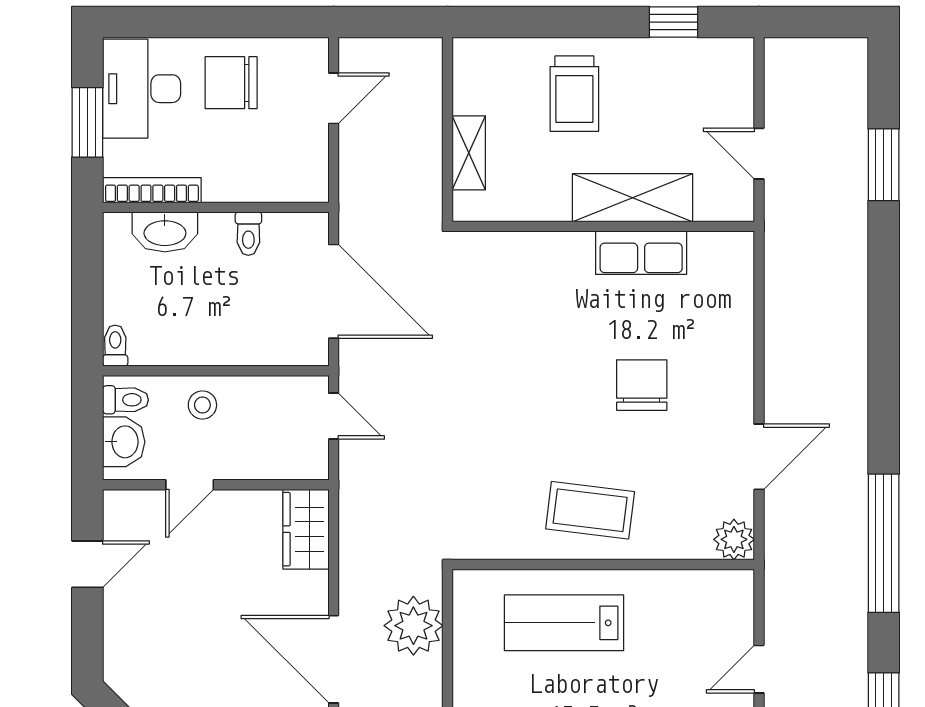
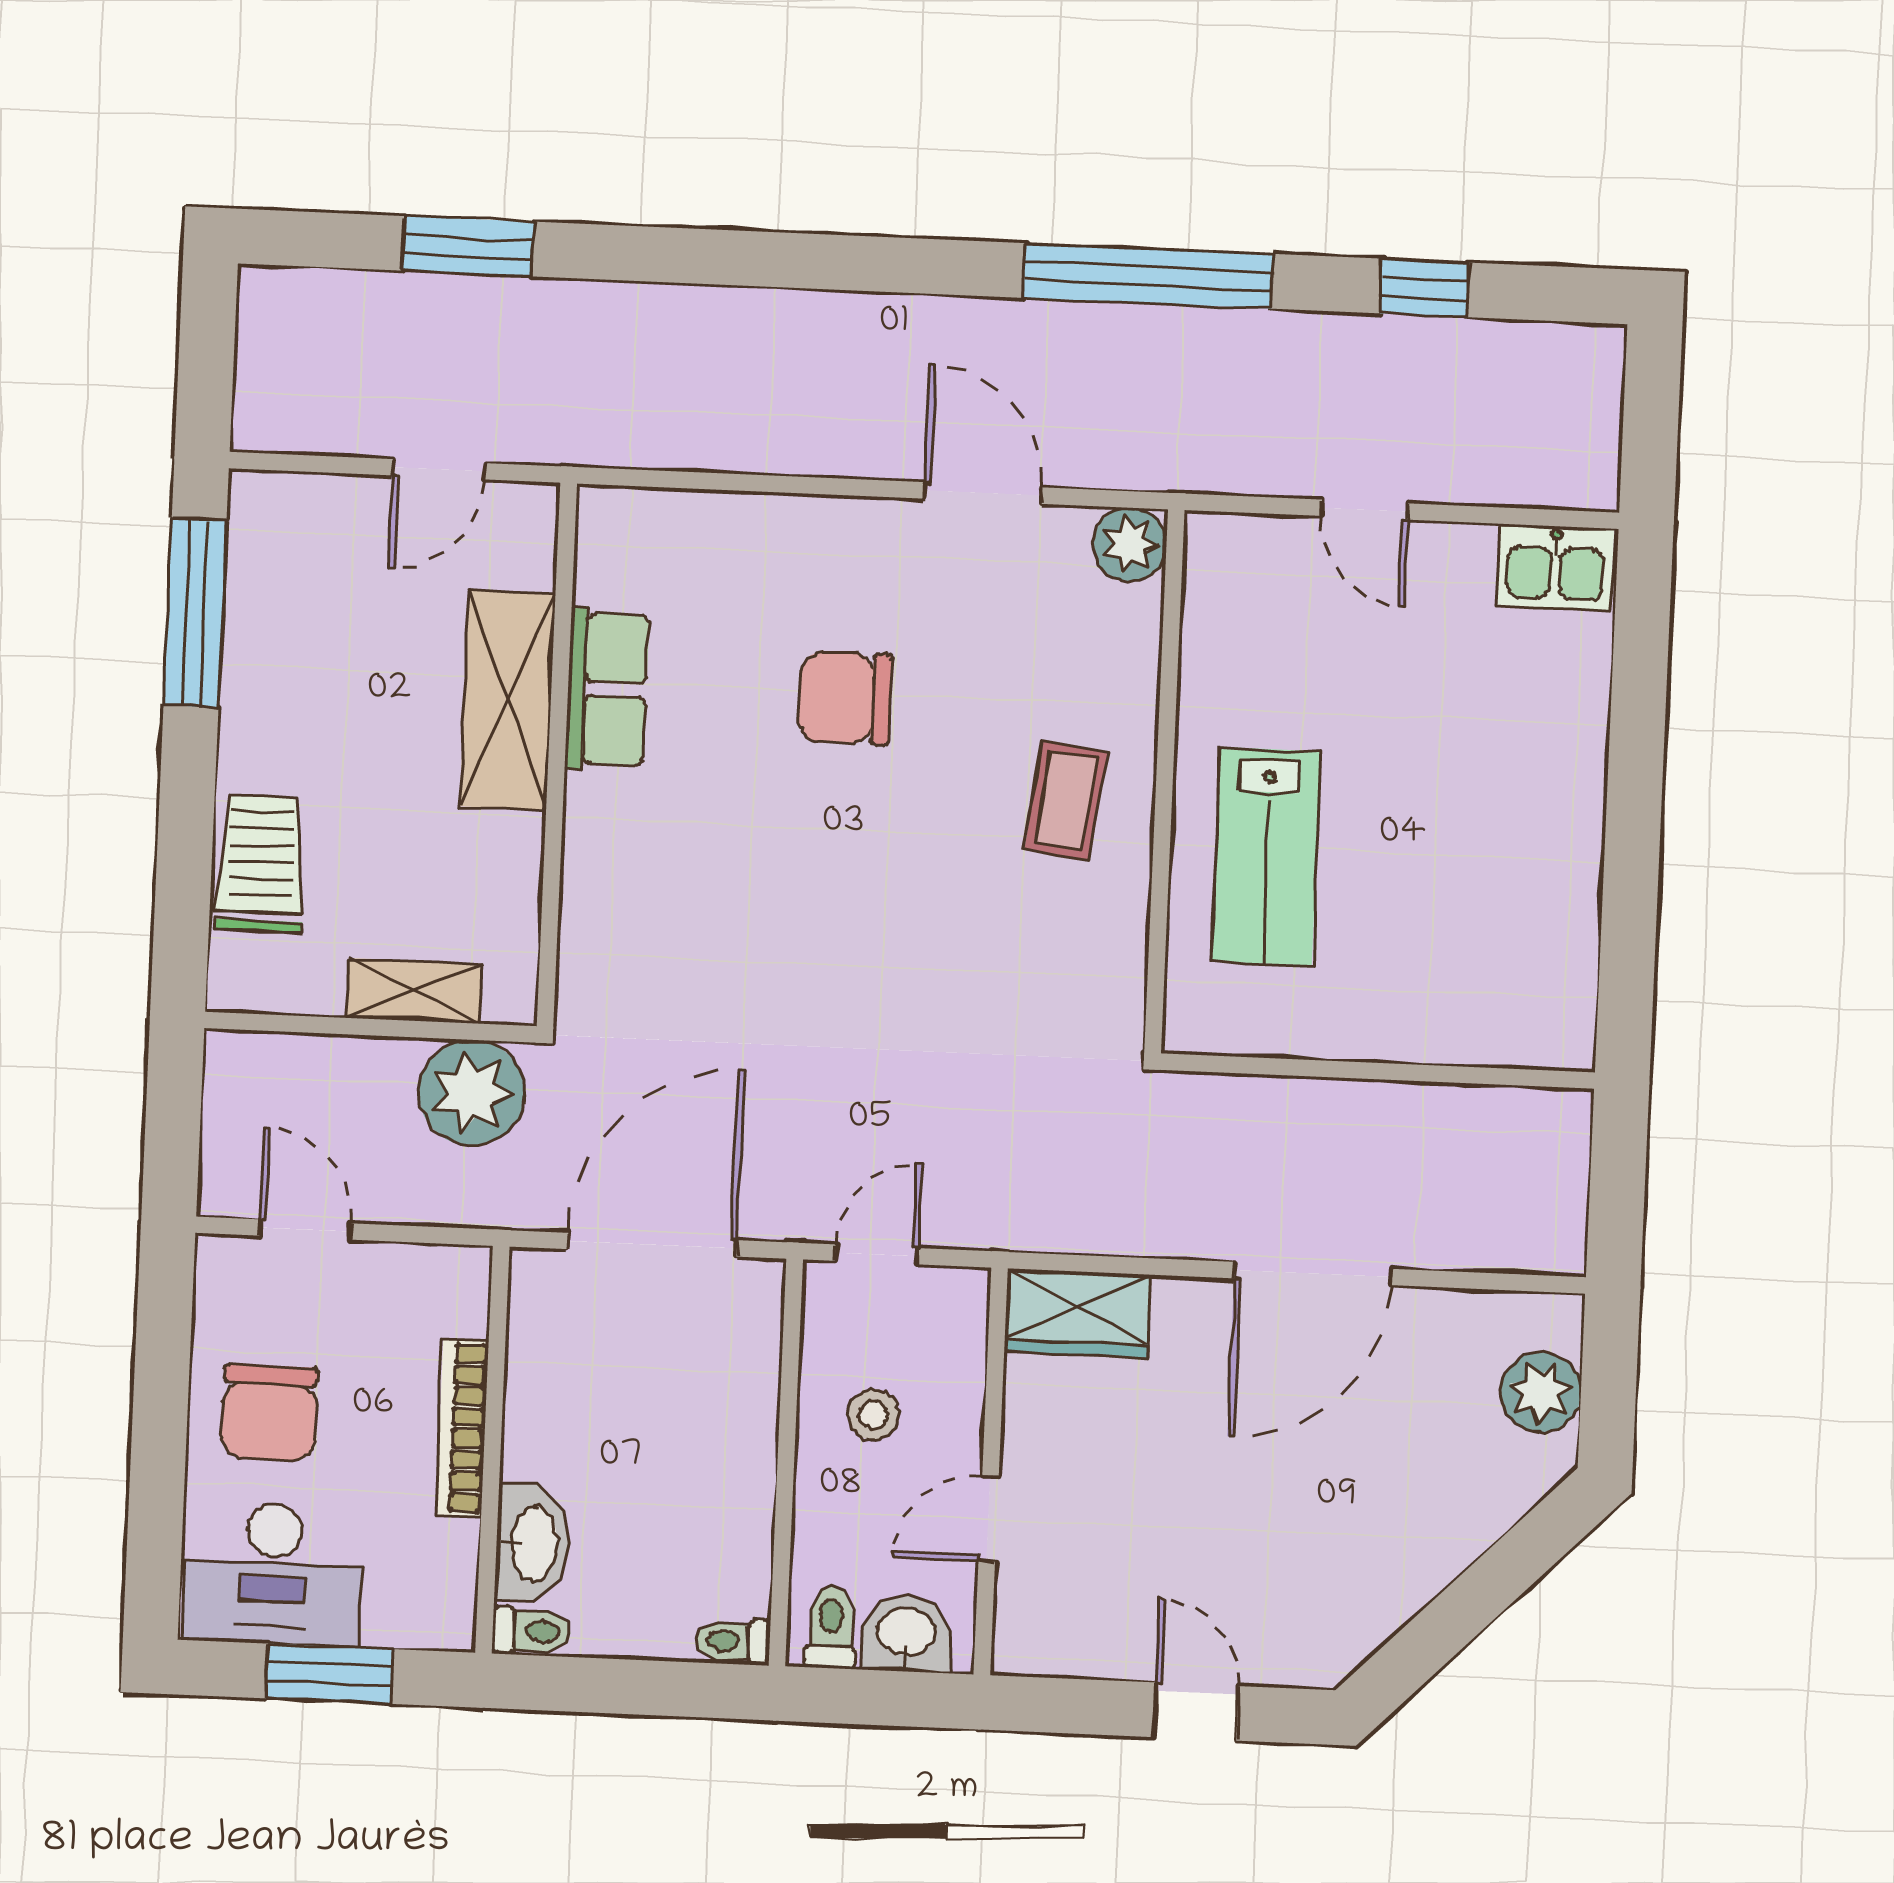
window: (673, 22) -> (195, 613), width x2.17
trolley: (574, 94) -> (261, 864), moved, turned -90
bookcase: (152, 190) -> (462, 1428), moved
toilet: (248, 234) -> (532, 1631), moved
stool: (202, 405) -> (873, 1415), moved
door: (190, 485) -> (989, 1519), swing flipped
coffee table: (590, 510) -> (1066, 801), width x0.73, depth x0.77
door: (87, 564) -> (1196, 1712), moved
plant: (413, 626) -> (472, 1093), moved

